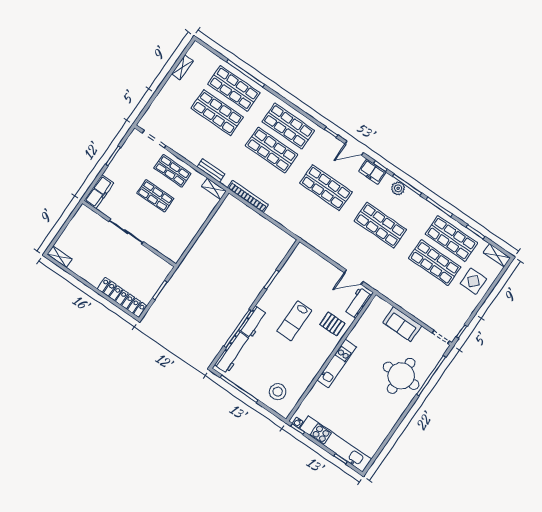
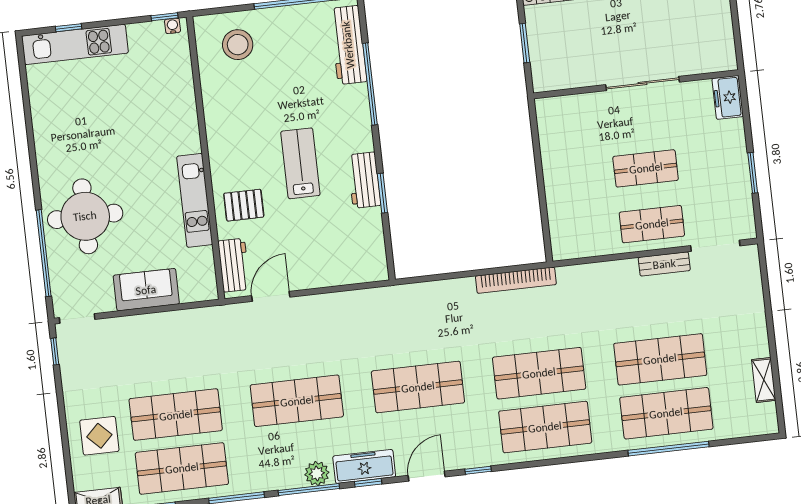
bench: (211, 170) -> (664, 264), moved
freezer: (372, 172) -> (364, 466), width x1.40
shelving: (214, 189) -> (572, 250), removed
freezer: (99, 192) -> (728, 97), width x0.71
workbench: (253, 322) -> (364, 180), moved
kitchen unit: (337, 364) -> (195, 200), moved
kitchen unit: (336, 444) -> (75, 44), width x0.73

